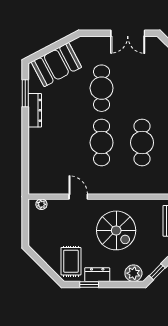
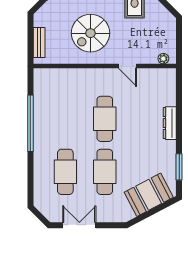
dresser: (35, 110) -> (170, 123), moved
cafe table: (142, 143) -> (65, 172), moved
spiral stairs: (116, 230) -> (90, 33), turned -90

